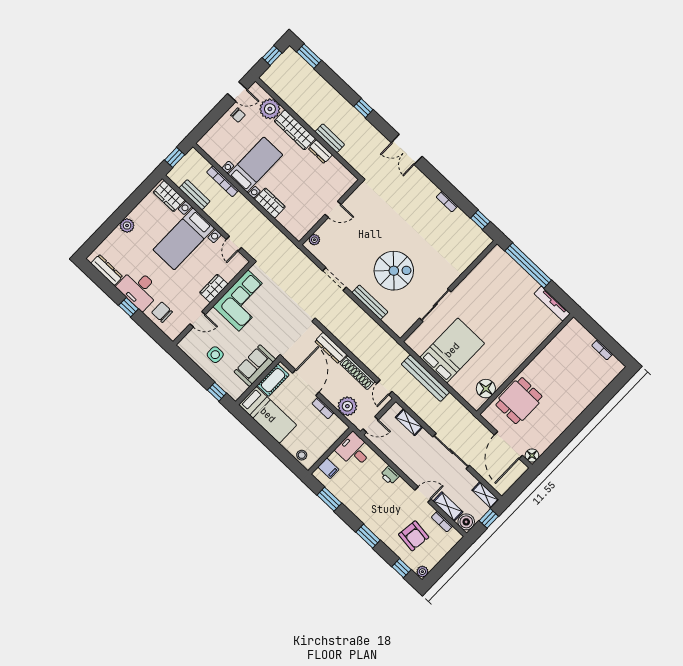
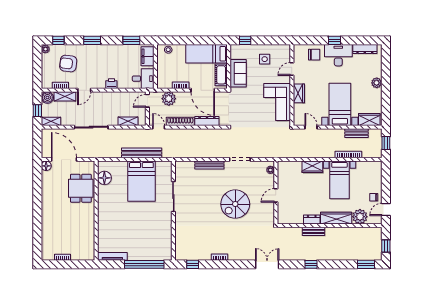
spiral stairs: (394, 271) -> (235, 204), moved
filing cabinet: (328, 468) -> (147, 56), width x2.00

